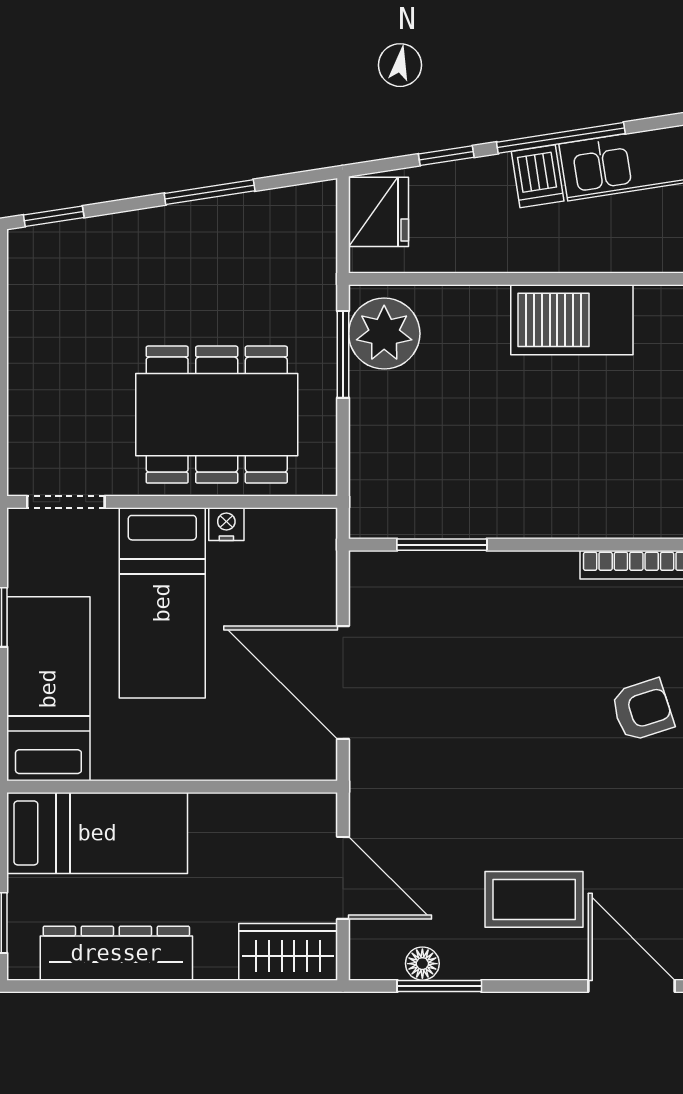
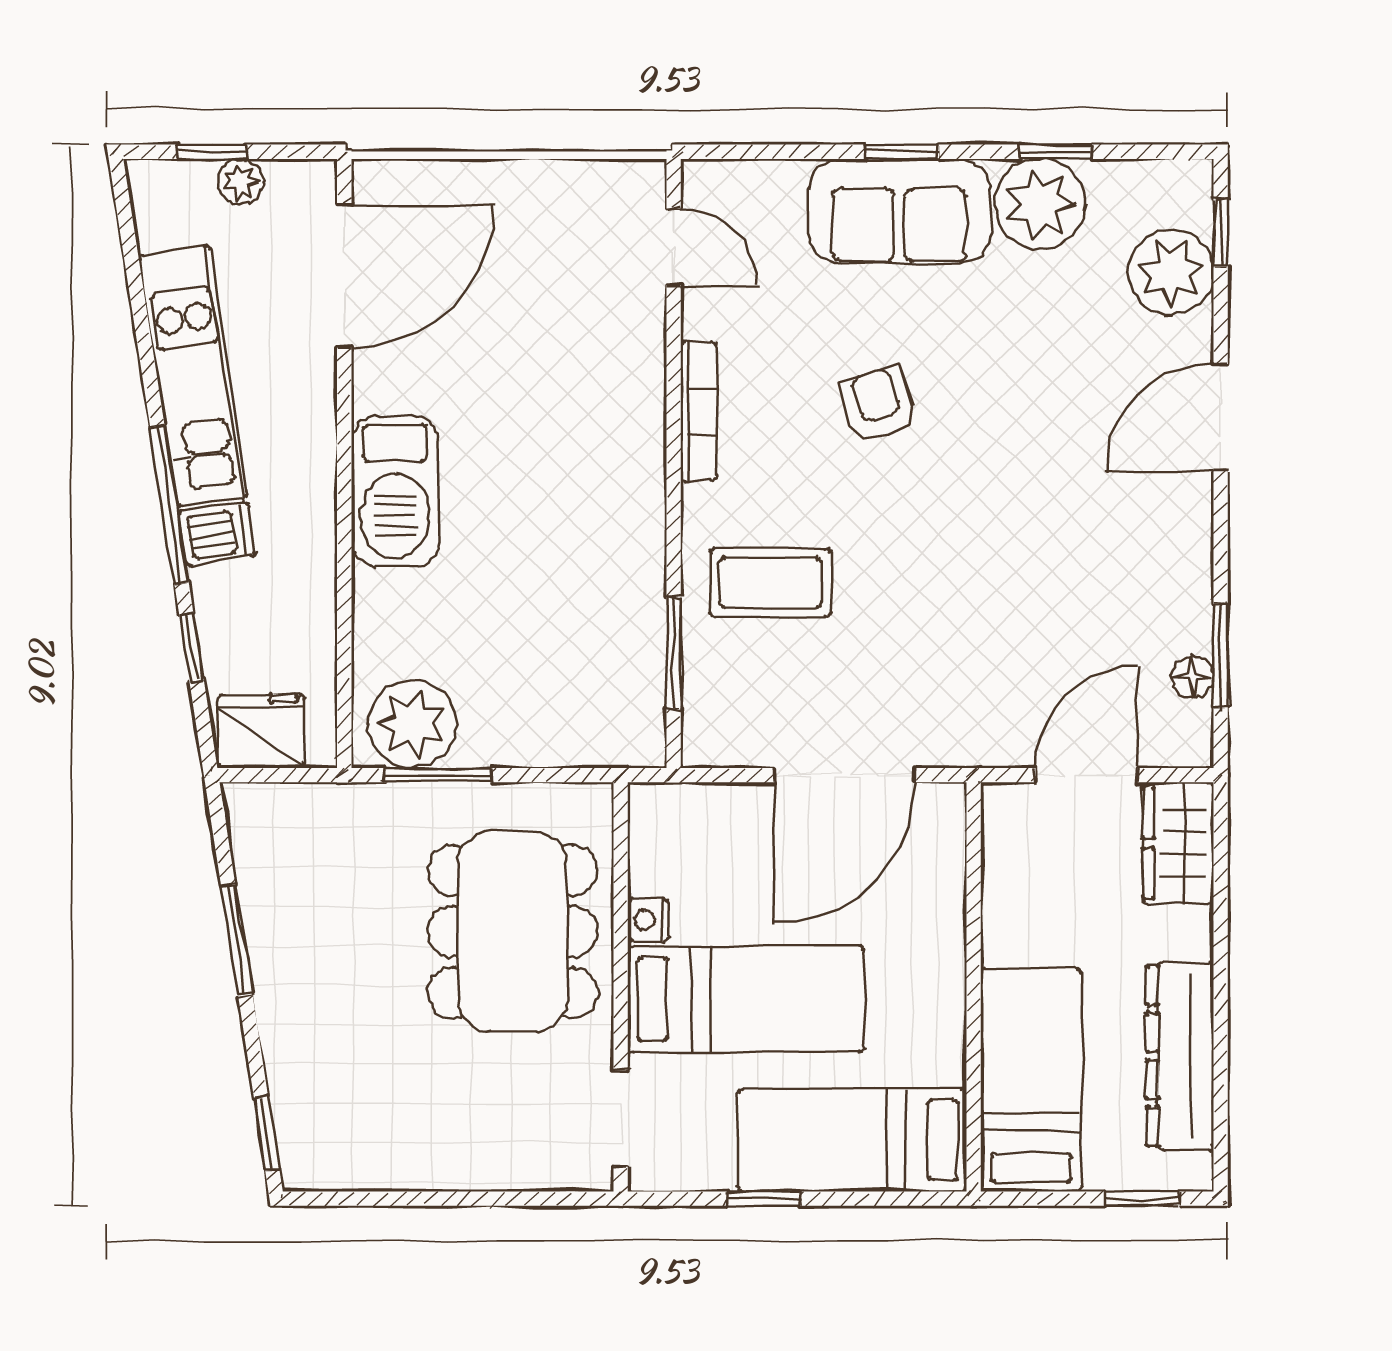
coffee table: (534, 899) -> (771, 582), moved, turned 90

